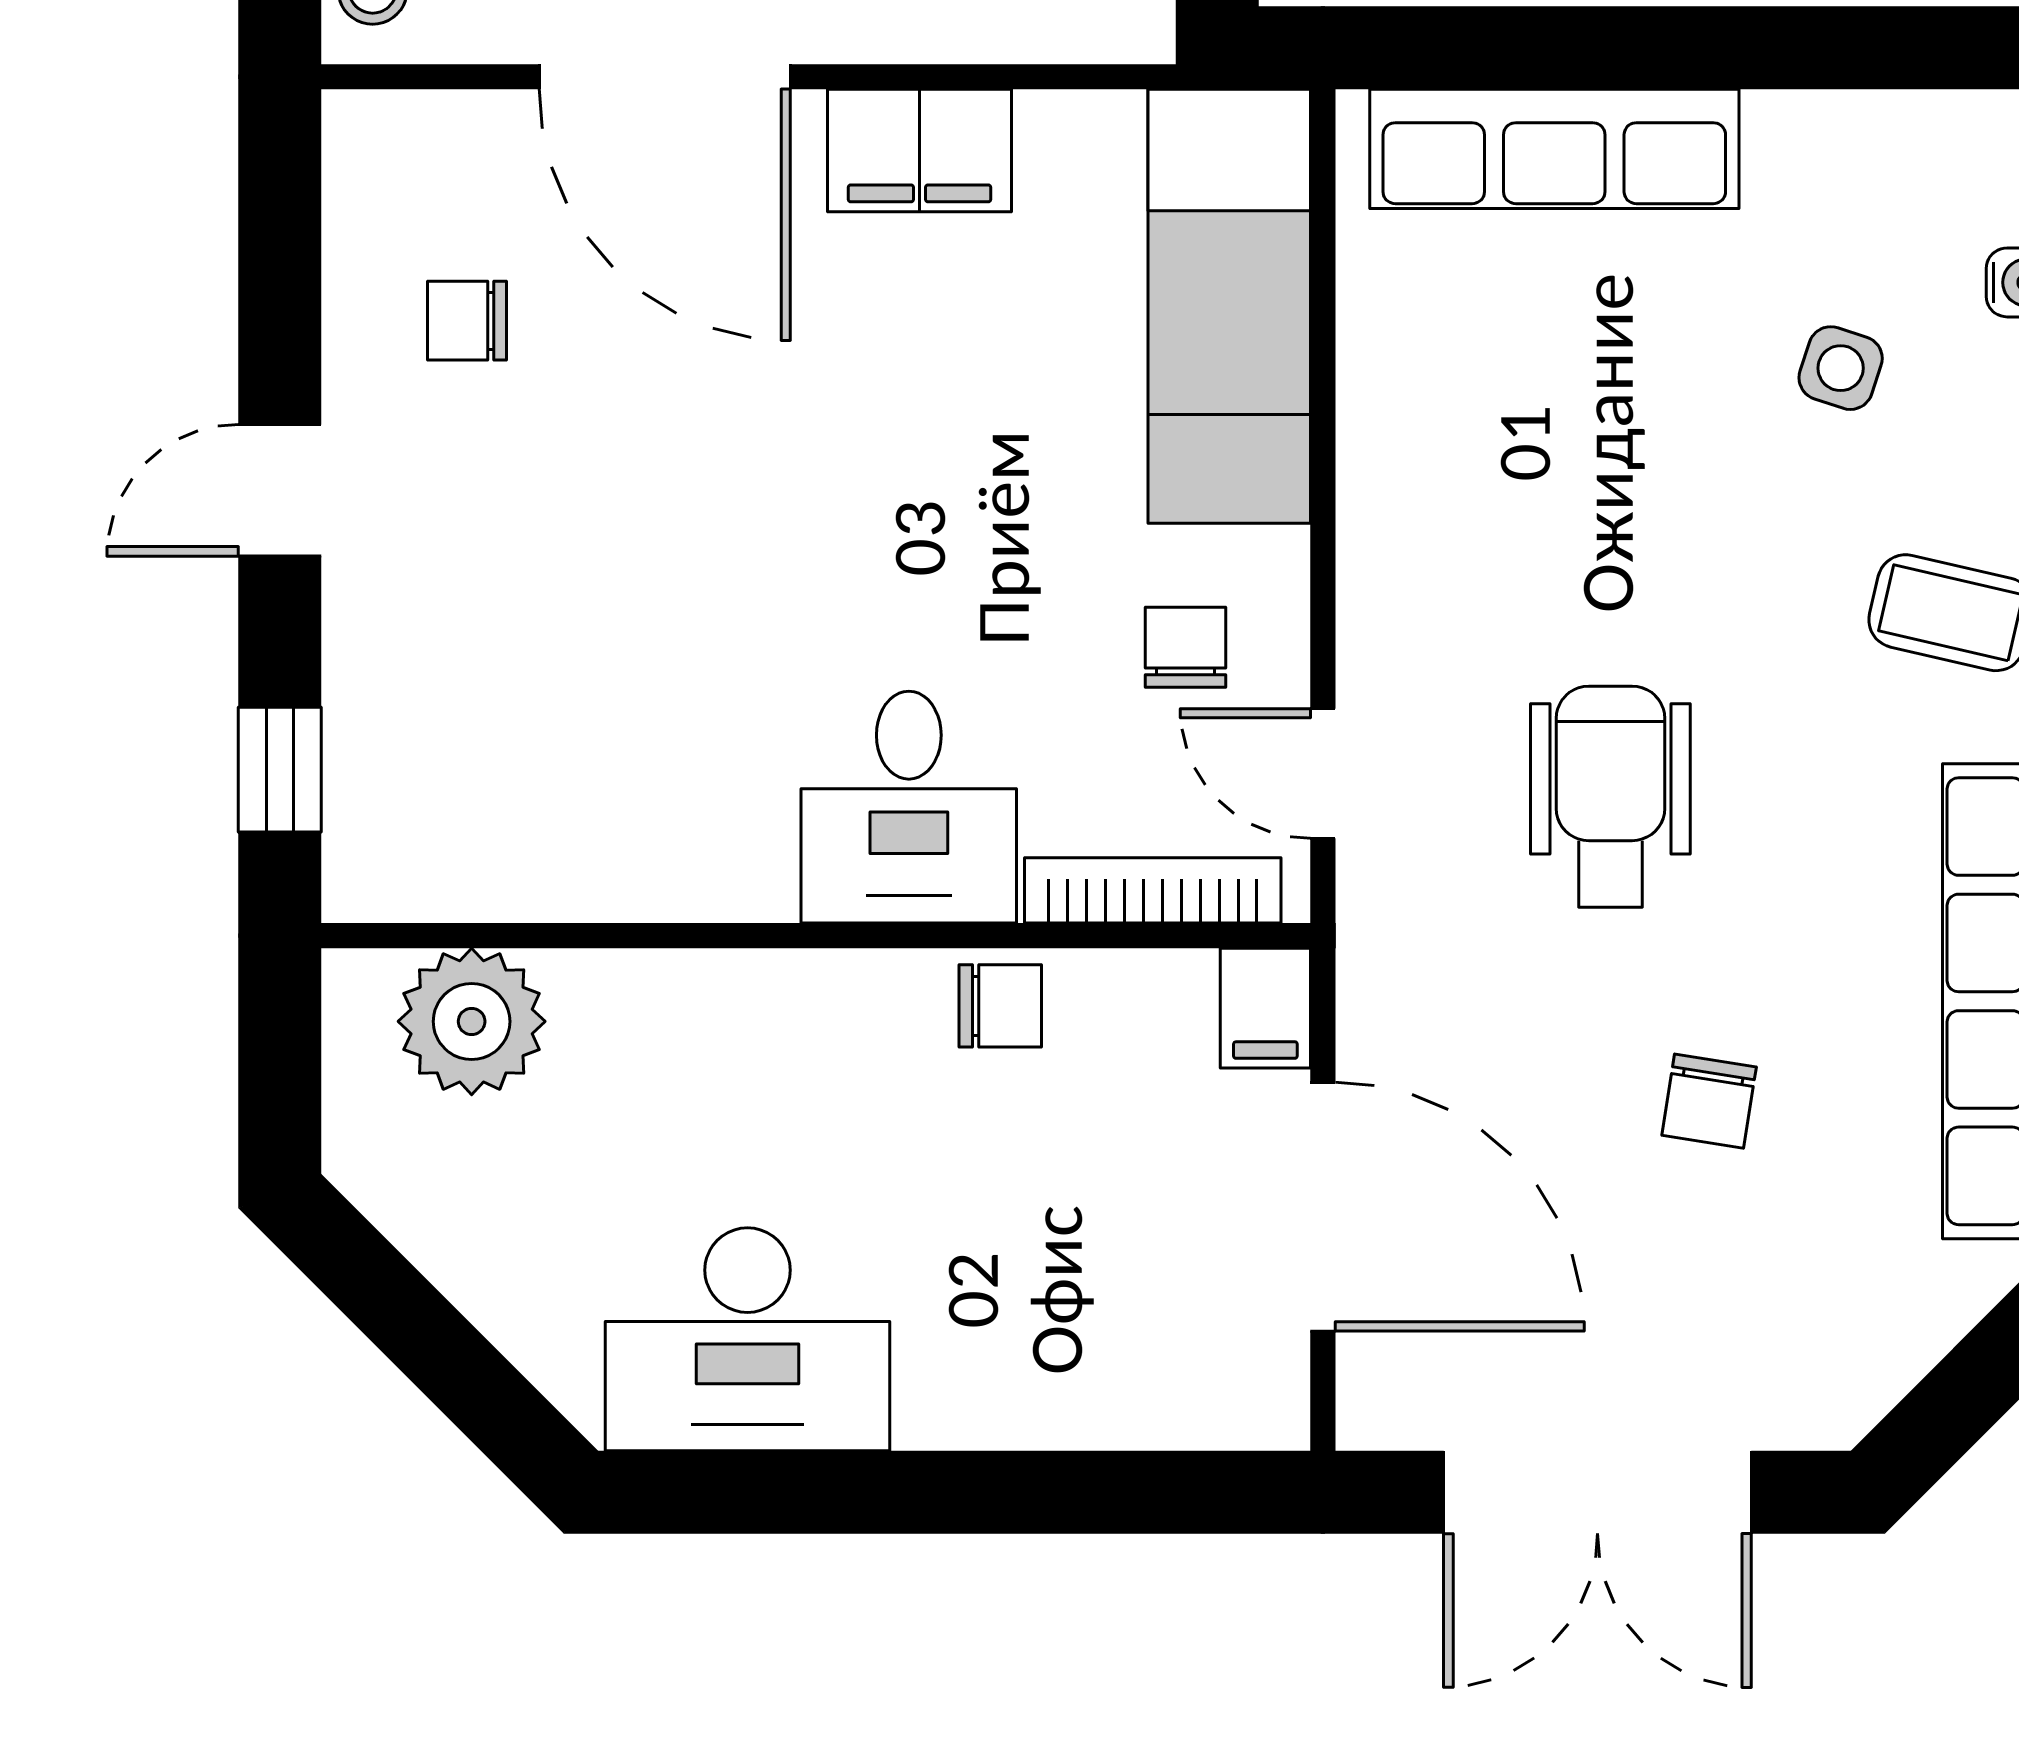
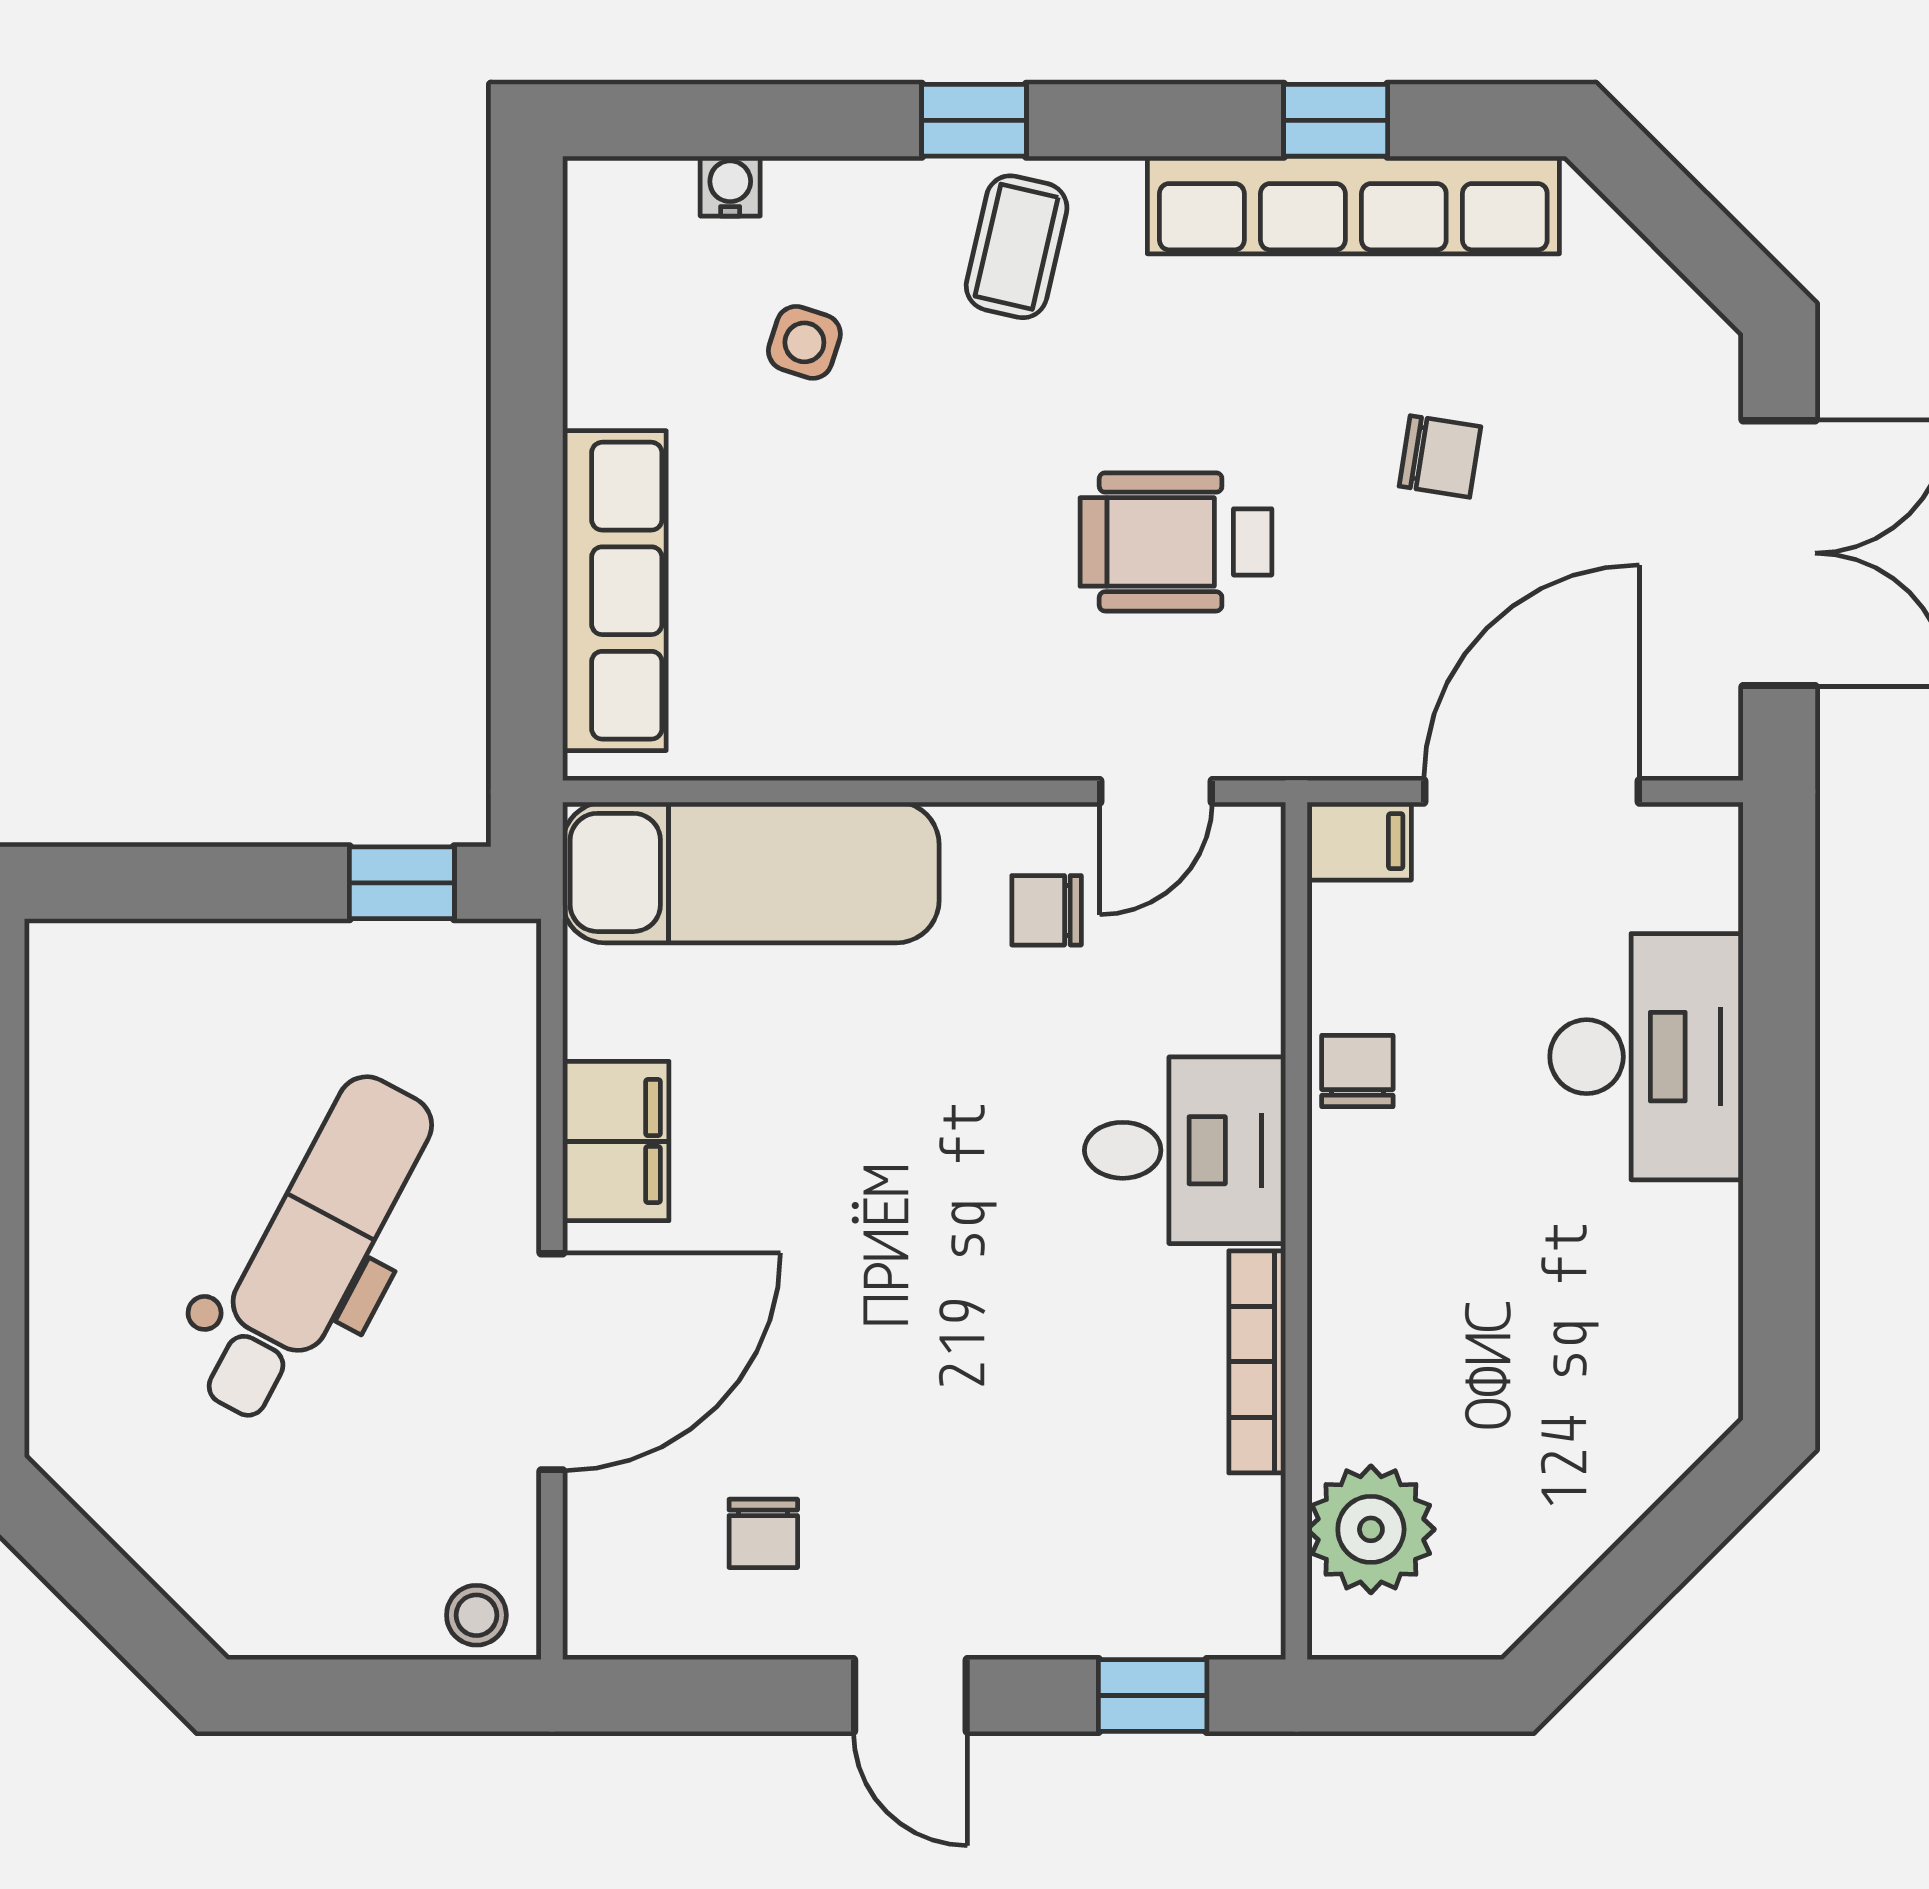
bookcase: (1153, 890) -> (1257, 1362), moved
desk: (748, 1339) -> (1647, 1057), moved

